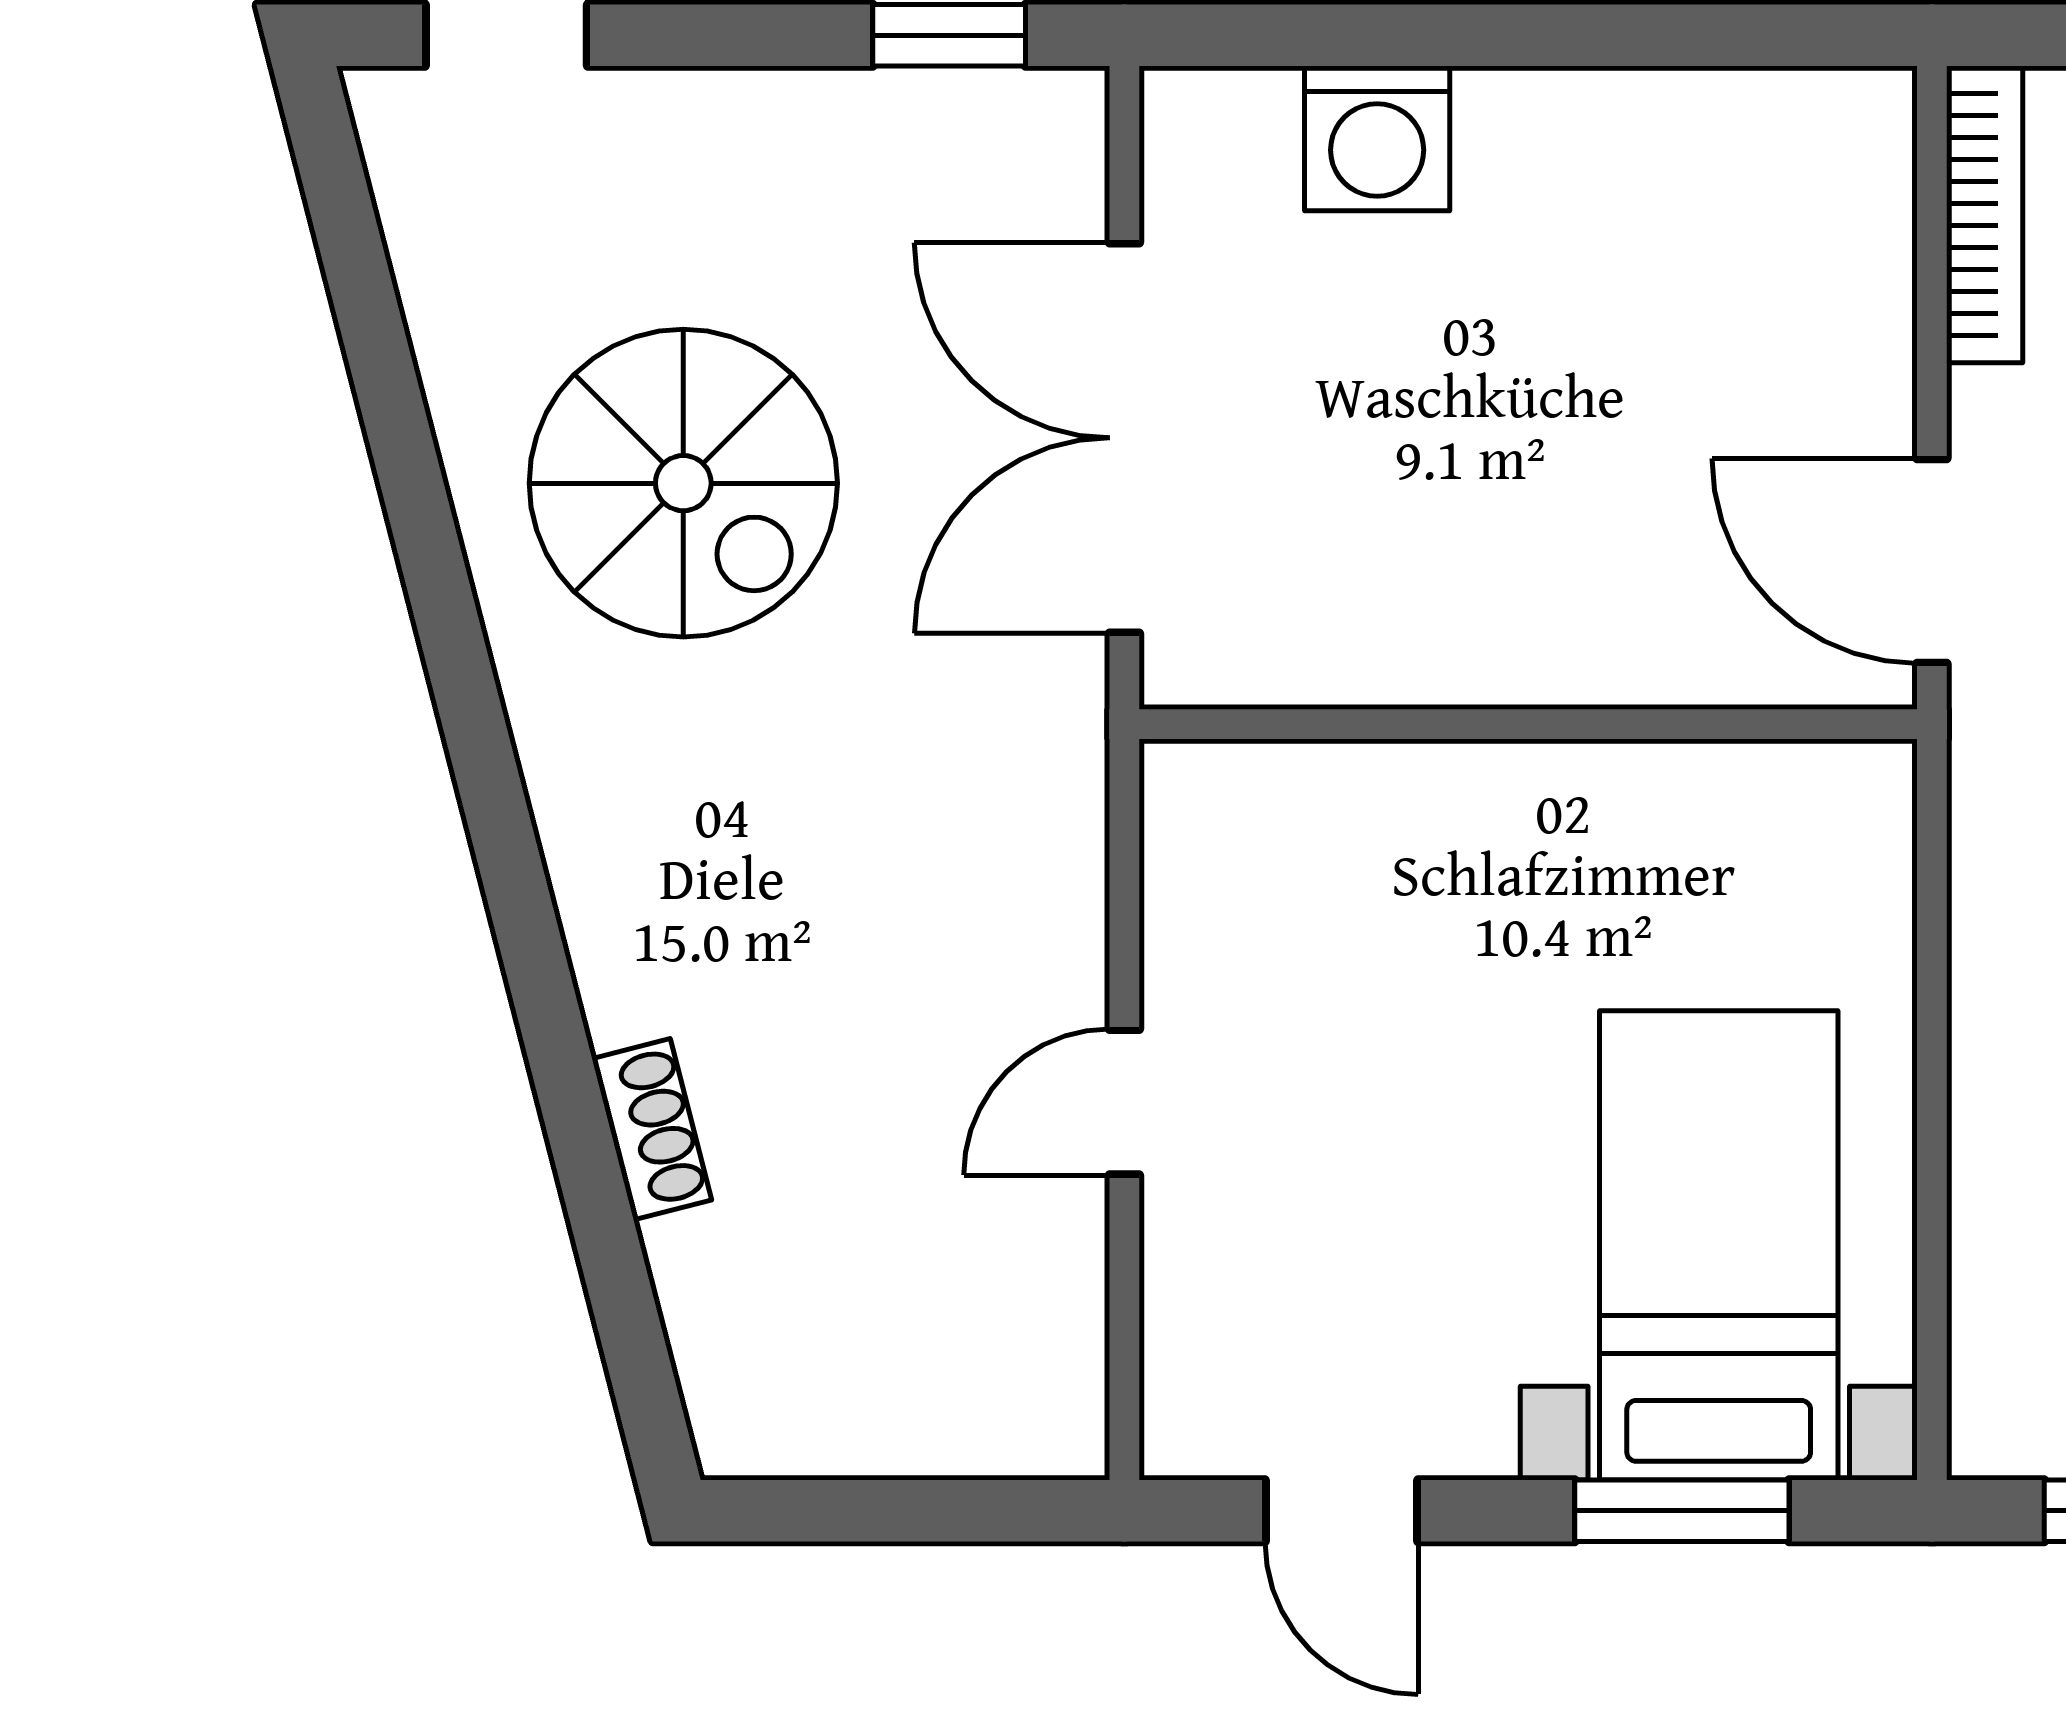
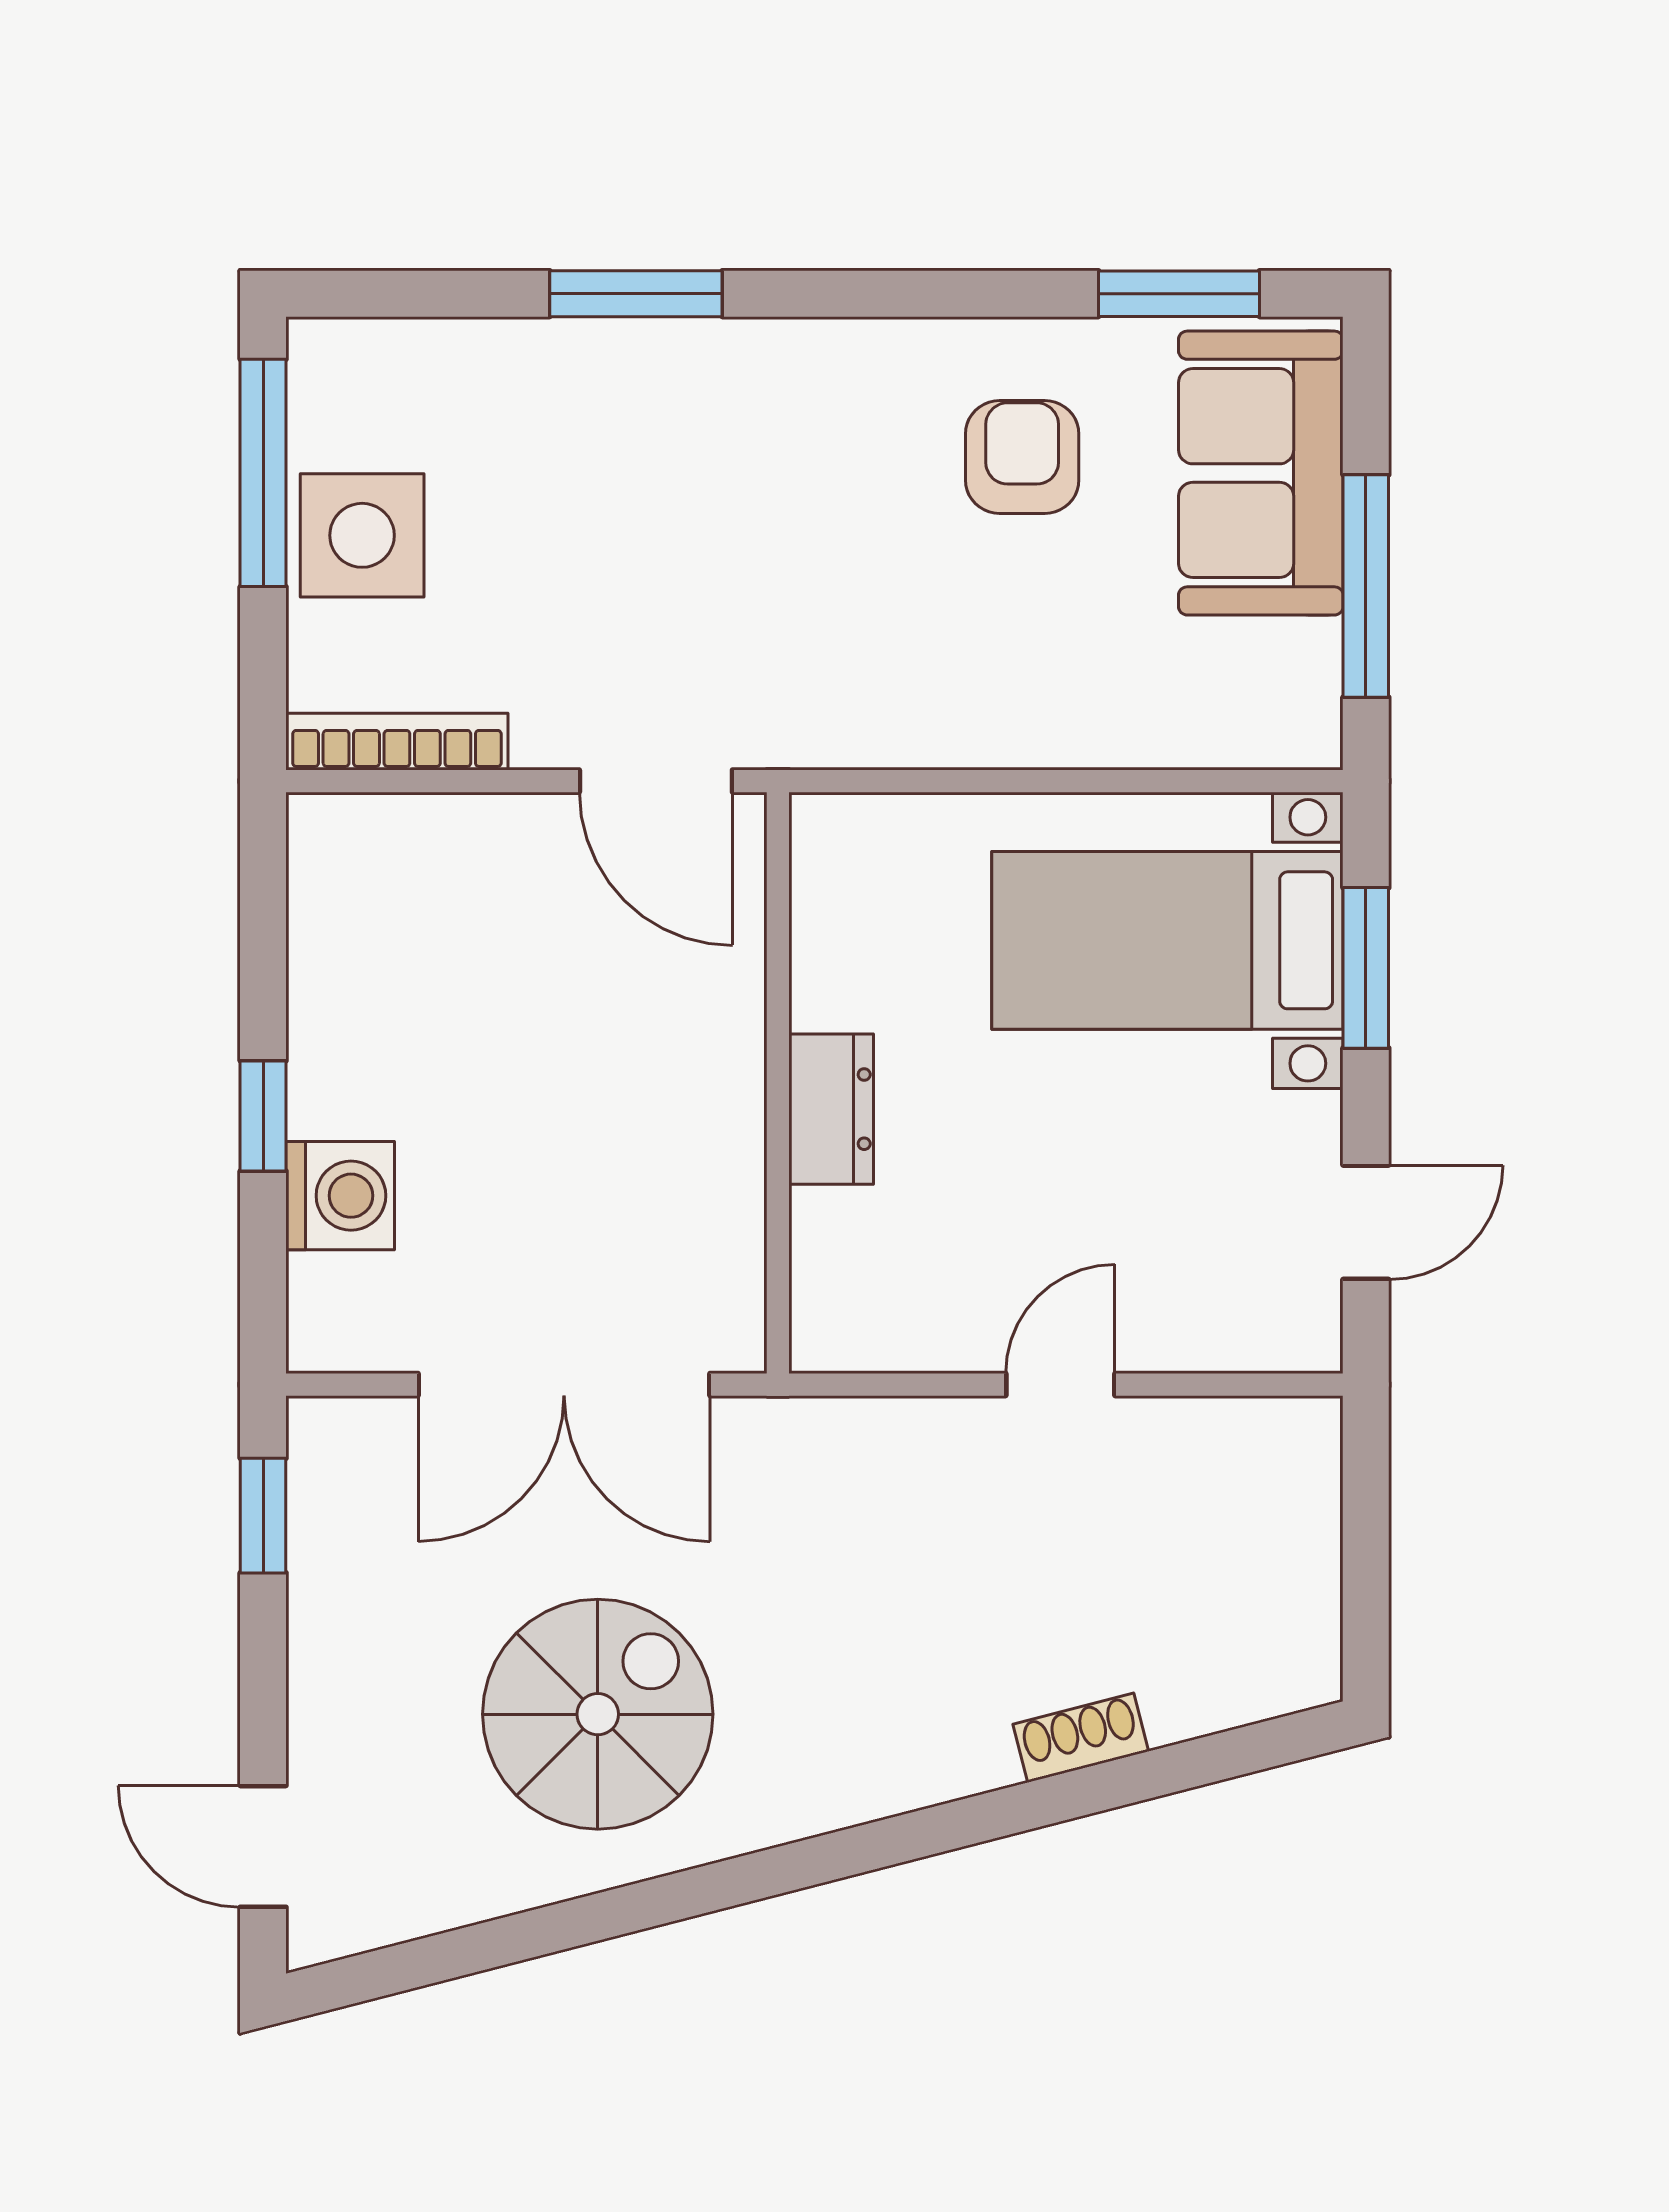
window: (1484, 35) -> (263, 1116), added
door: (1932, 561) -> (656, 781), hinge flipped
dresser: (1493, 795) -> (831, 1109), added
door: (1124, 1102) -> (1060, 1385), swing flipped

